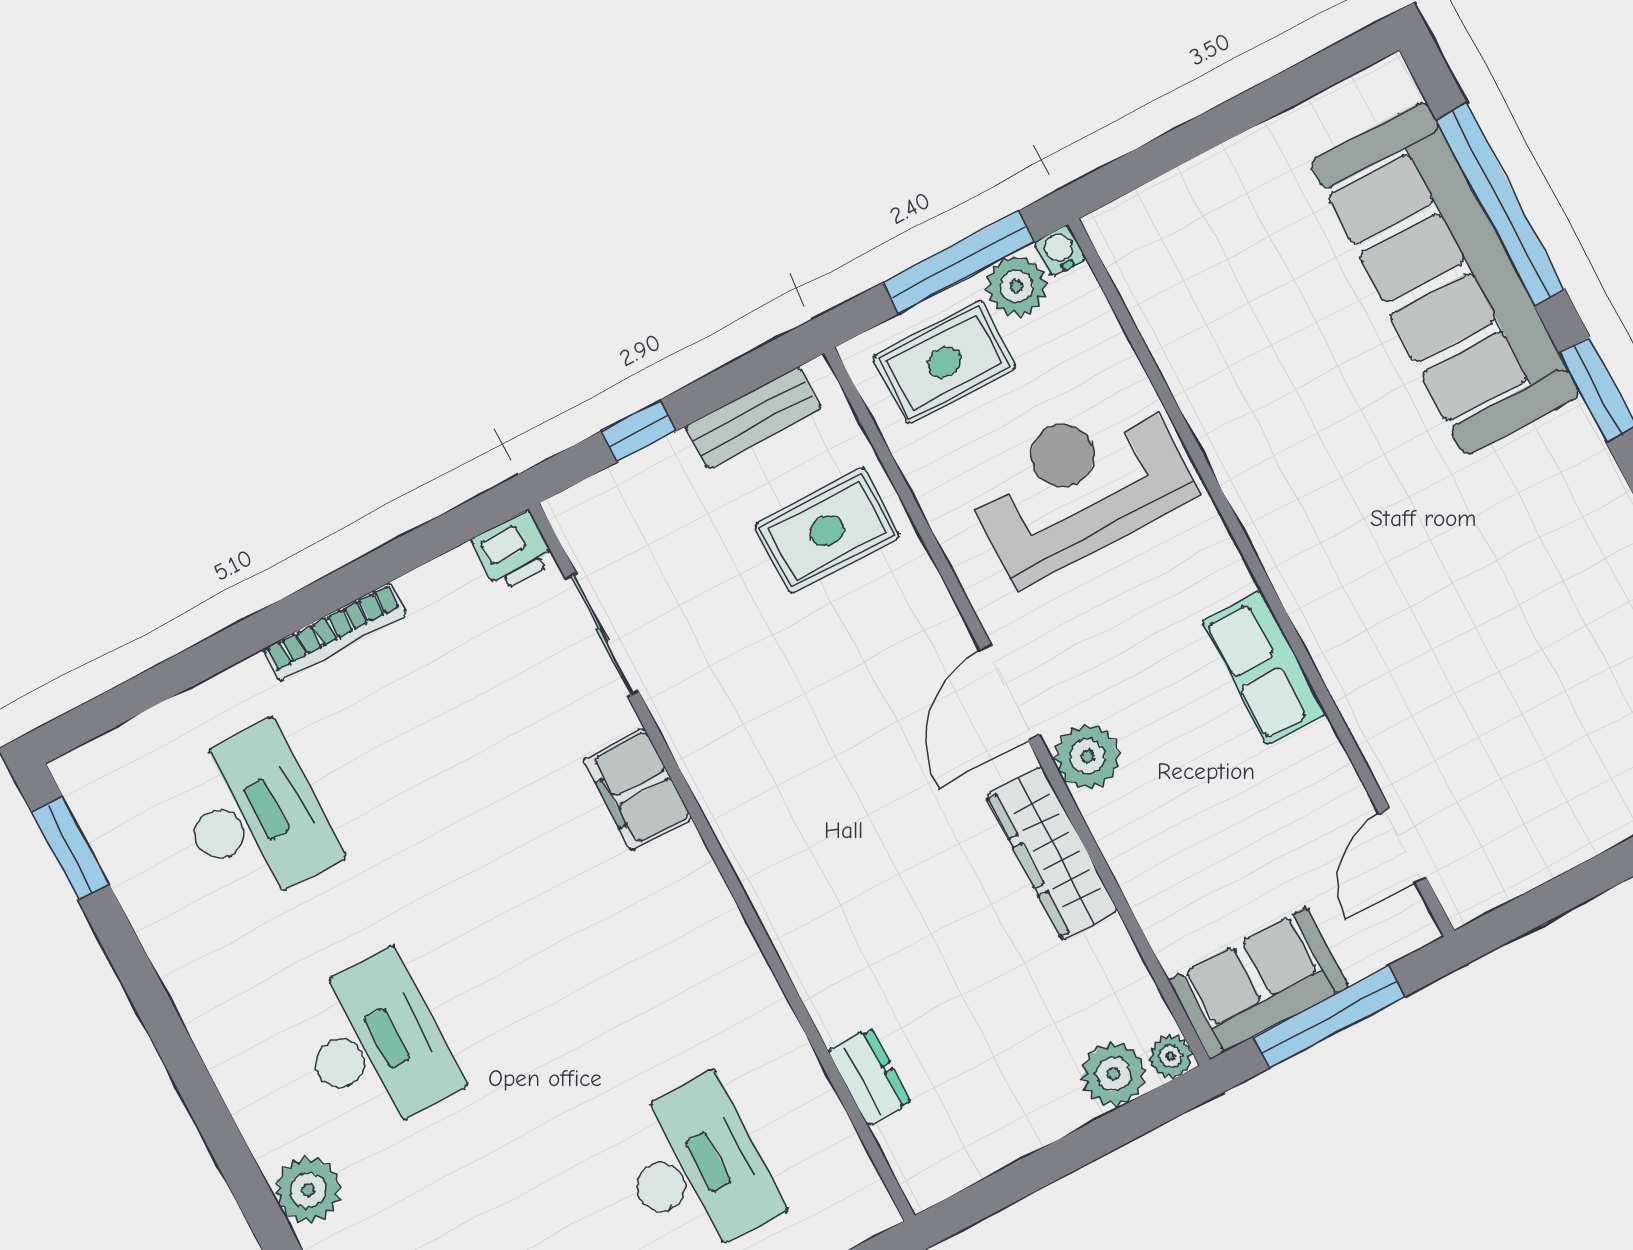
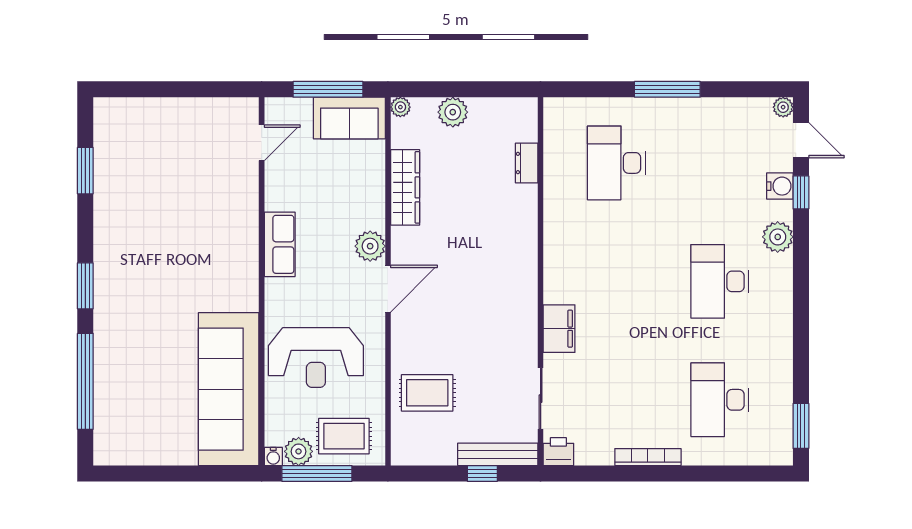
sofa: (1445, 278) -> (229, 389), moved, turned 180
bench: (753, 418) -> (498, 454), moved, width x1.36
wardrobe: (1052, 853) -> (405, 187), moved
plant: (1113, 1074) -> (453, 112), moved

